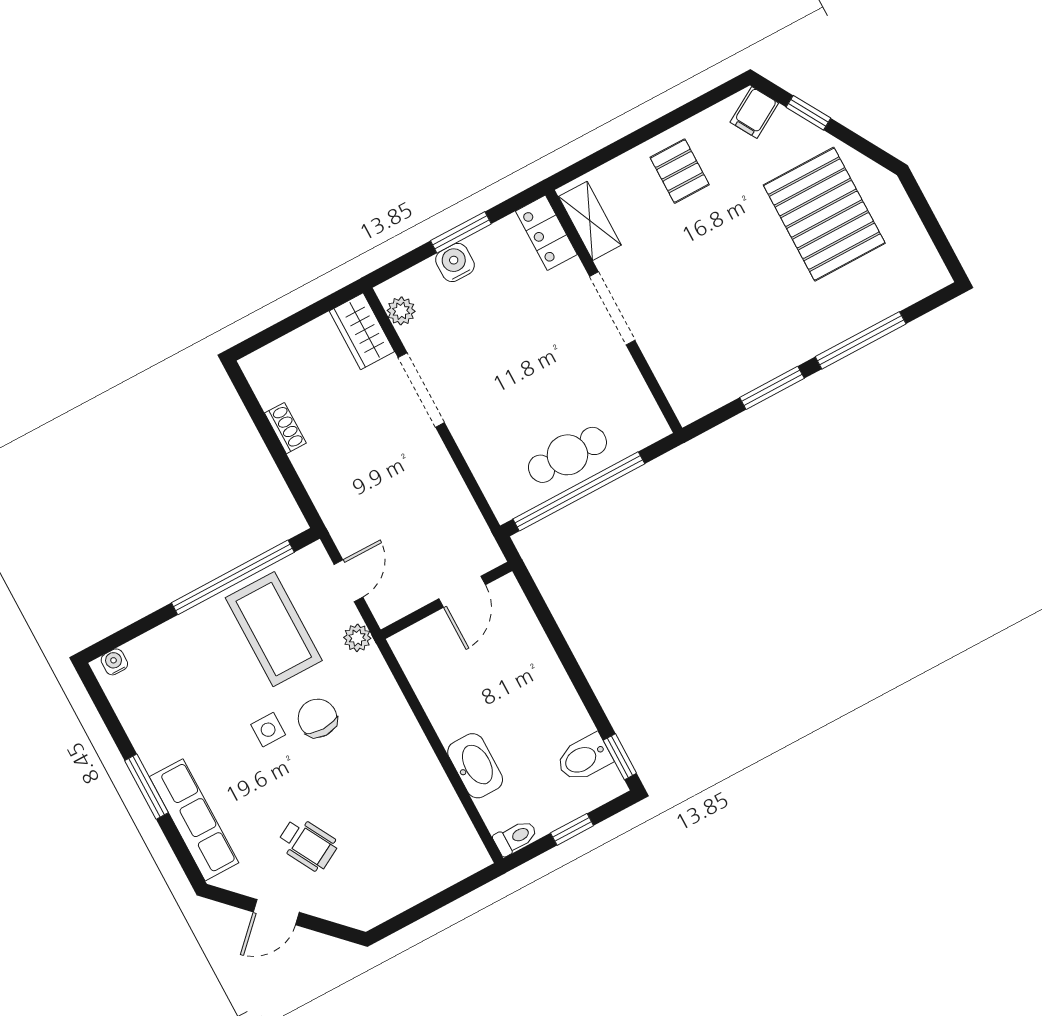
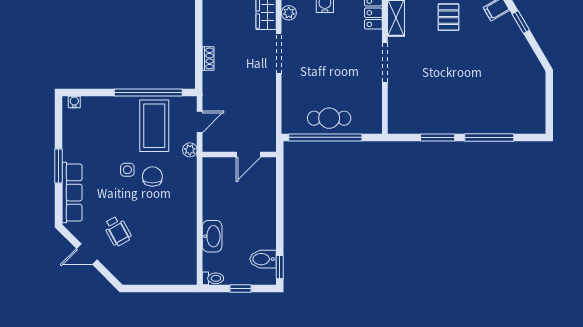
pallet: (824, 214) -> (503, 72), removed
shoe rack: (285, 428) -> (208, 58), moved

